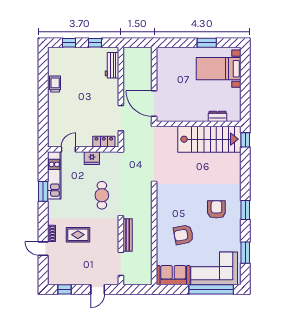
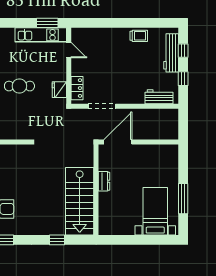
window: (207, 43) -> (183, 199), width x1.44
workbench: (71, 54) -> (171, 53), added
dresser: (218, 116) -> (104, 181), moved
window: (245, 140) -> (57, 240), moved
fridge: (92, 158) -> (59, 90), moved
window: (43, 191) -> (47, 23), moved

